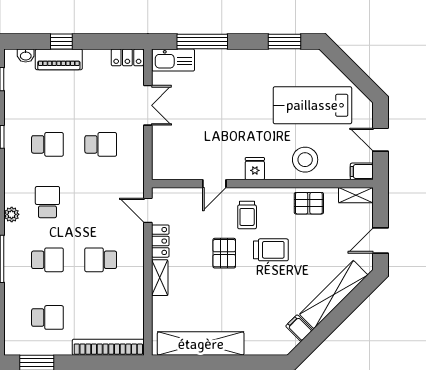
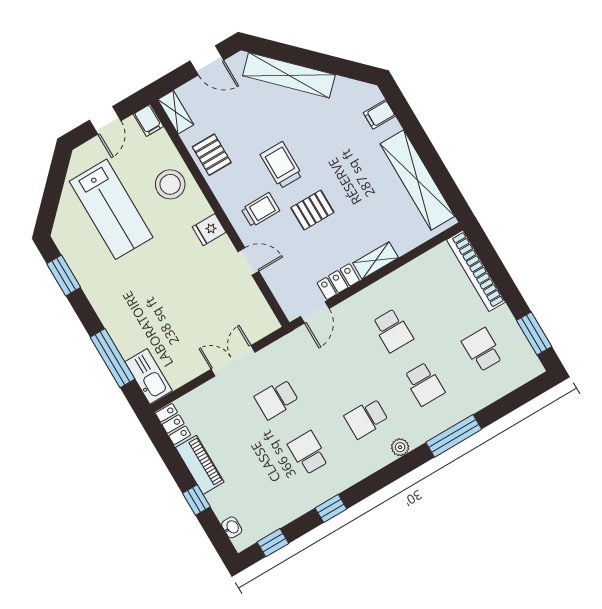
piano: (59, 59) -> (200, 465), moved
double door: (148, 105) -> (233, 361), moved
school desk: (101, 144) -> (277, 399), turned -90
school desk: (47, 260) -> (424, 384), turned 180
filing cabinet: (299, 328) -> (379, 114), moved, turned 45

